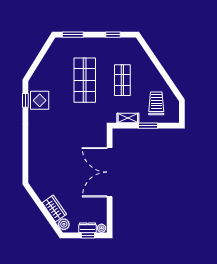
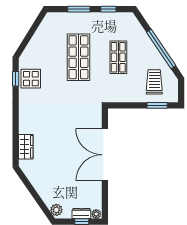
window: (73, 35) -> (79, 9), moved
window: (163, 72) -> (161, 49), added
shelving: (128, 118) -> (124, 97), removed
window: (148, 126) -> (157, 105), moved
wardrobe: (54, 209) -> (26, 147), moved, turned 35

